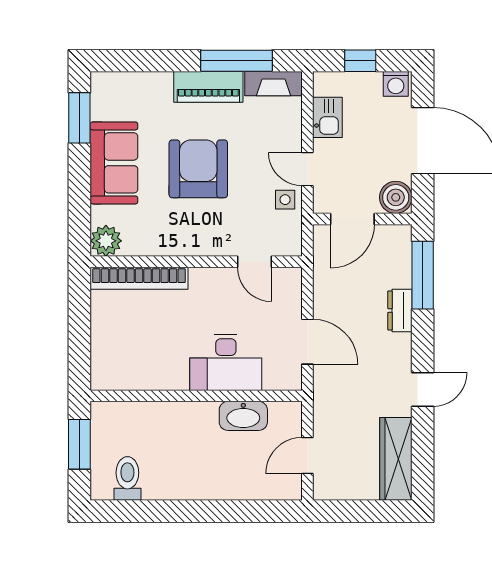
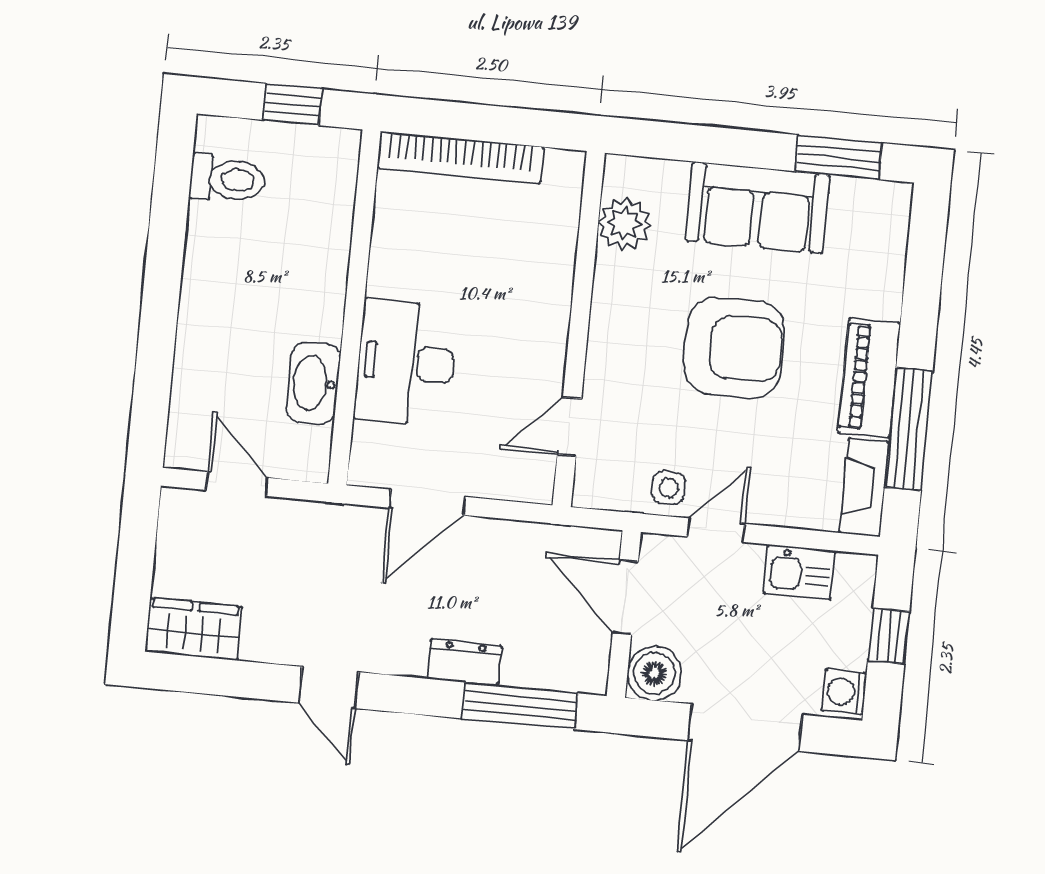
plant: (106, 241) -> (624, 224), moved
bookcase: (139, 278) -> (460, 158), moved, turned -90
window: (79, 444) -> (292, 105), width x0.67
wardrobe: (396, 459) -> (194, 629), width x0.67

